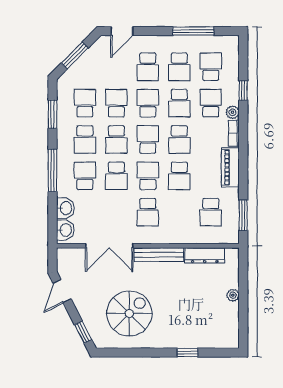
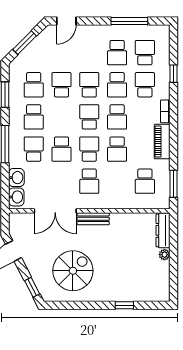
school desk: (148, 67) -> (89, 53), removed
school desk: (85, 103) -> (34, 85), turned 180
plant: (233, 112) -> (164, 93), removed
school desk: (116, 139) -> (61, 117), removed
bench: (159, 255) -> (93, 219), width x0.73
dresser: (205, 256) -> (163, 230), moved, turned 90

